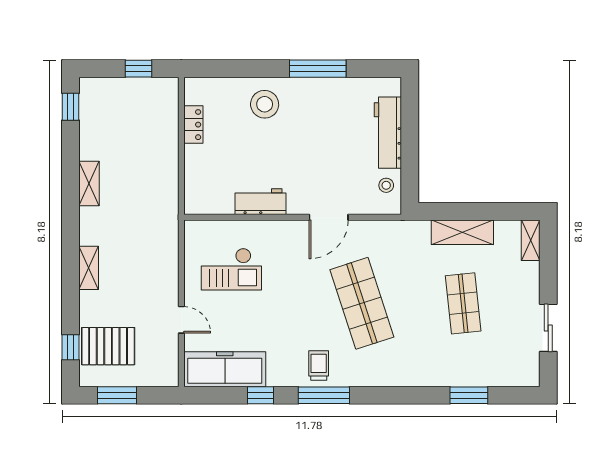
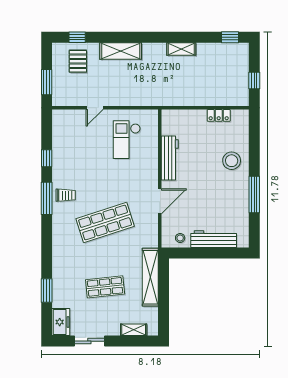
workbench: (260, 202) -> (170, 158), width x1.38
door: (329, 217) -> (160, 201), swing flipped
shelving: (462, 232) -> (150, 277), width x1.47
shelving: (531, 240) -> (134, 330), moved
shelving: (89, 268) -> (121, 51), width x1.50, depth x1.33
pallet: (108, 346) -> (78, 61), width x0.67, depth x0.71
freezer: (225, 369) -> (61, 322), moved, width x0.52, depth x0.79
window: (117, 395) -> (47, 82), moved

